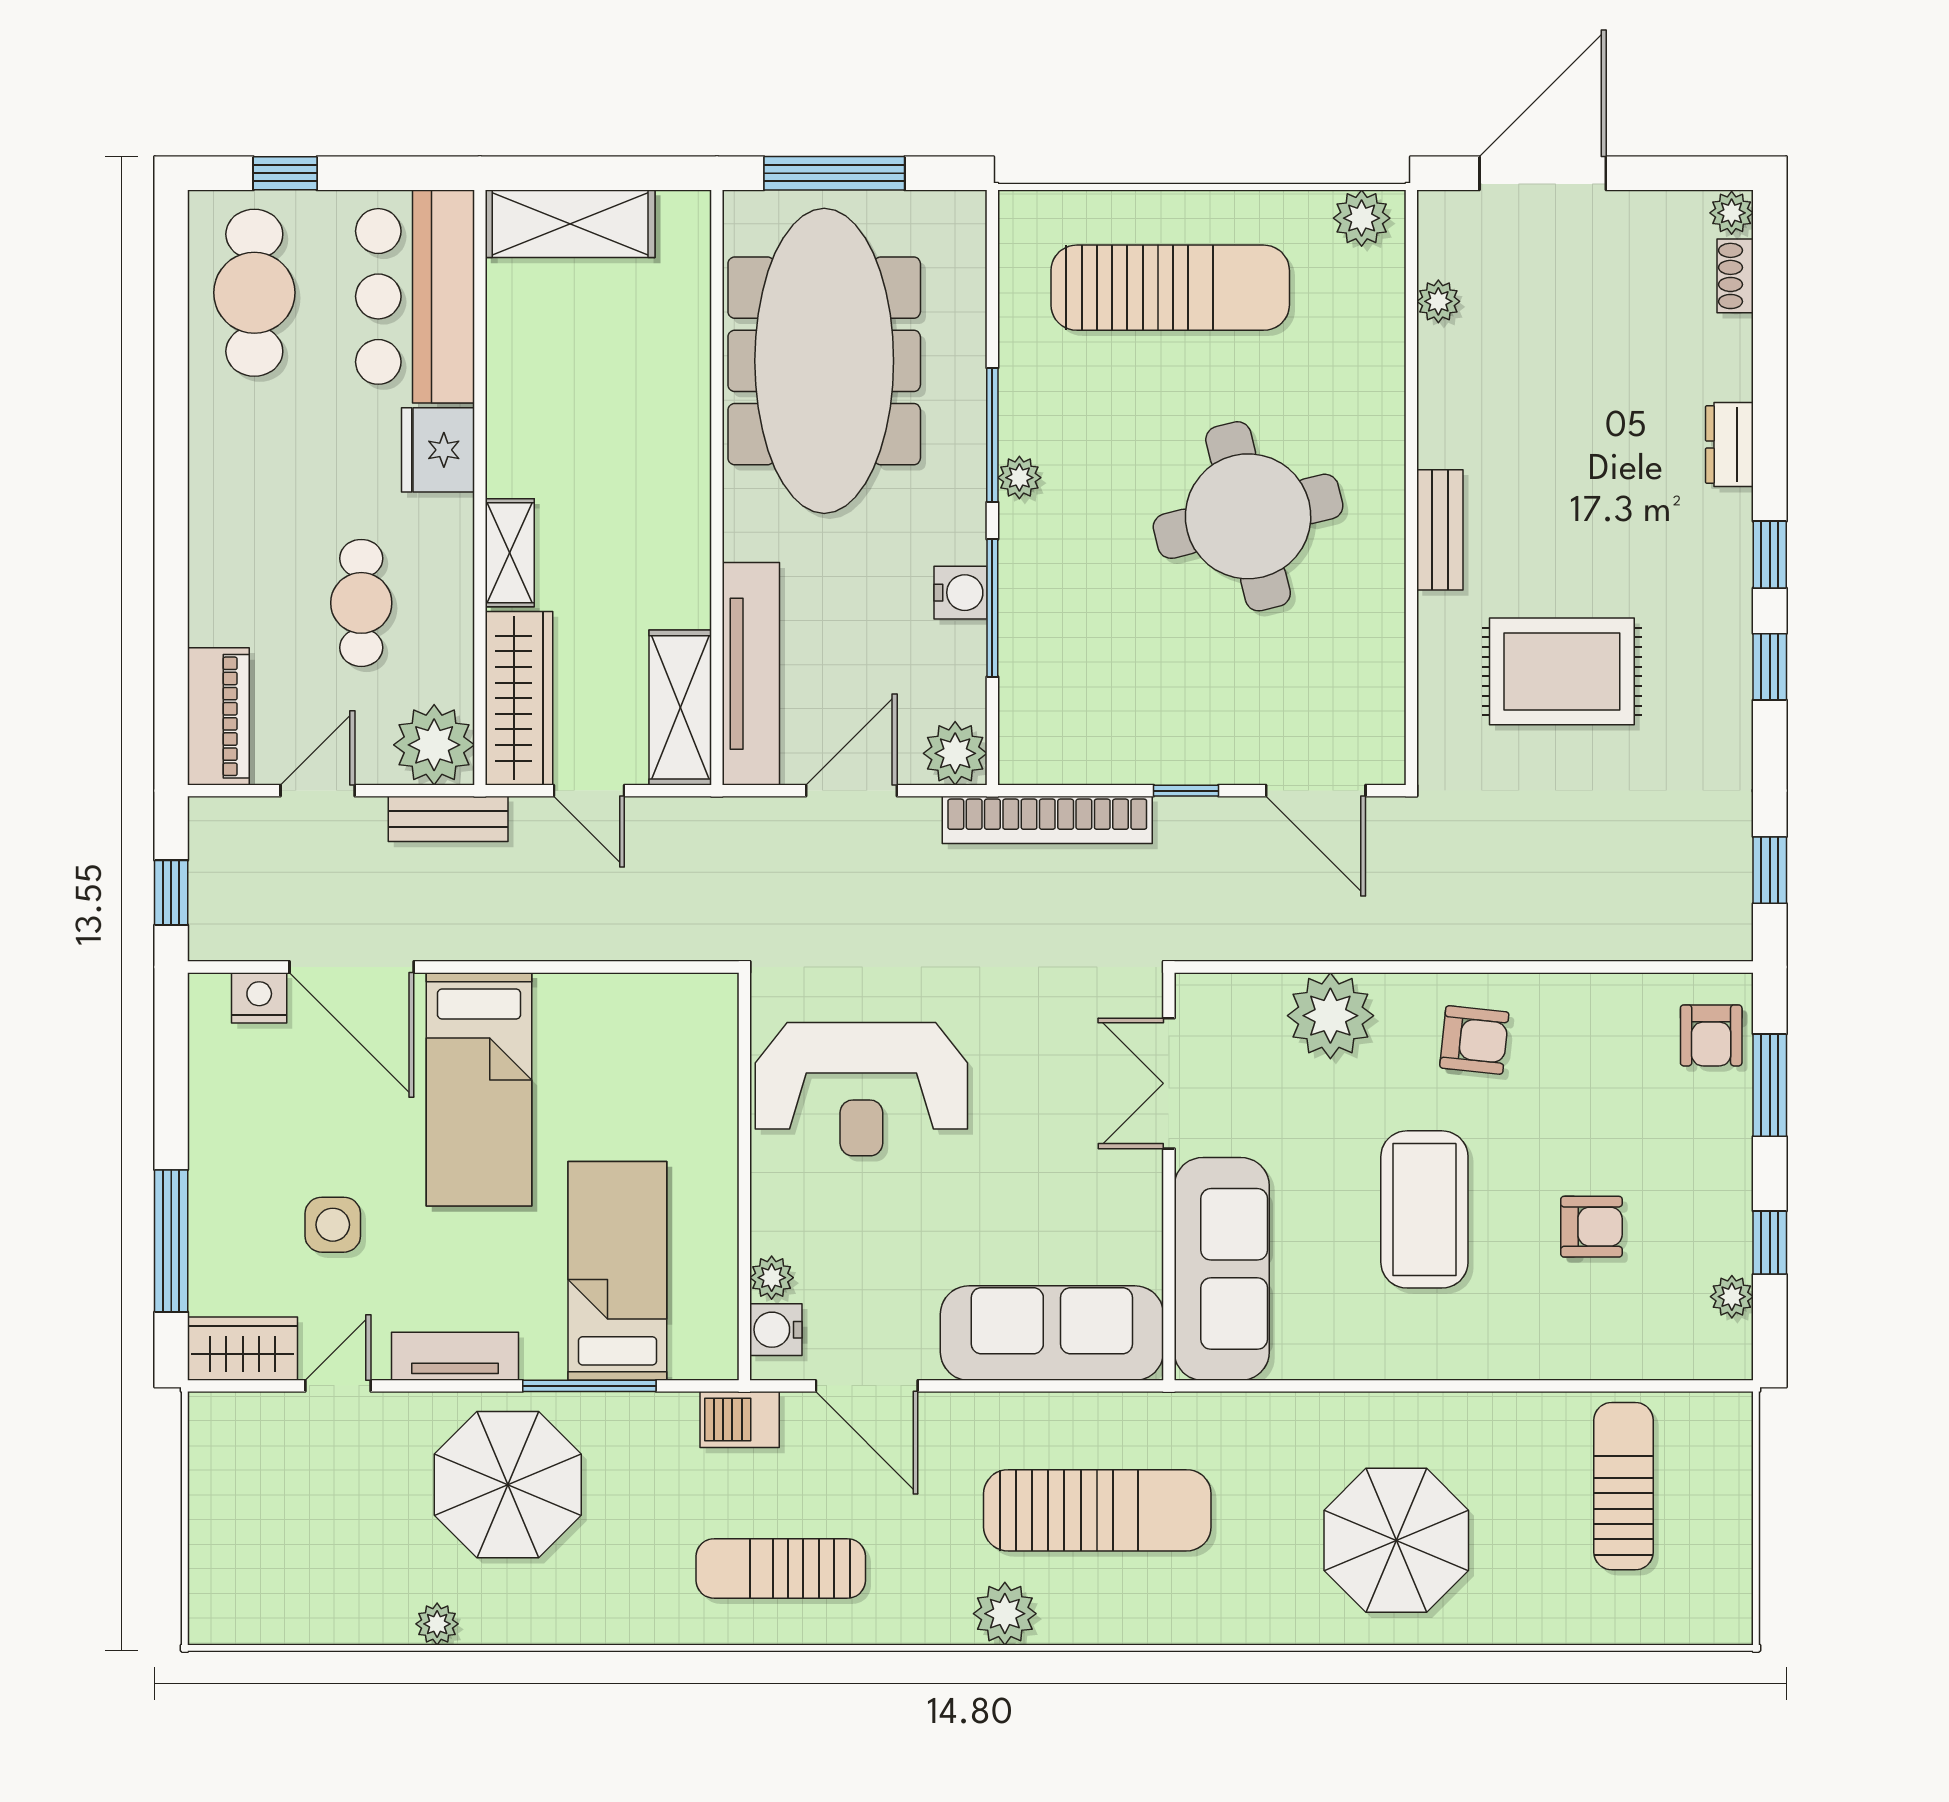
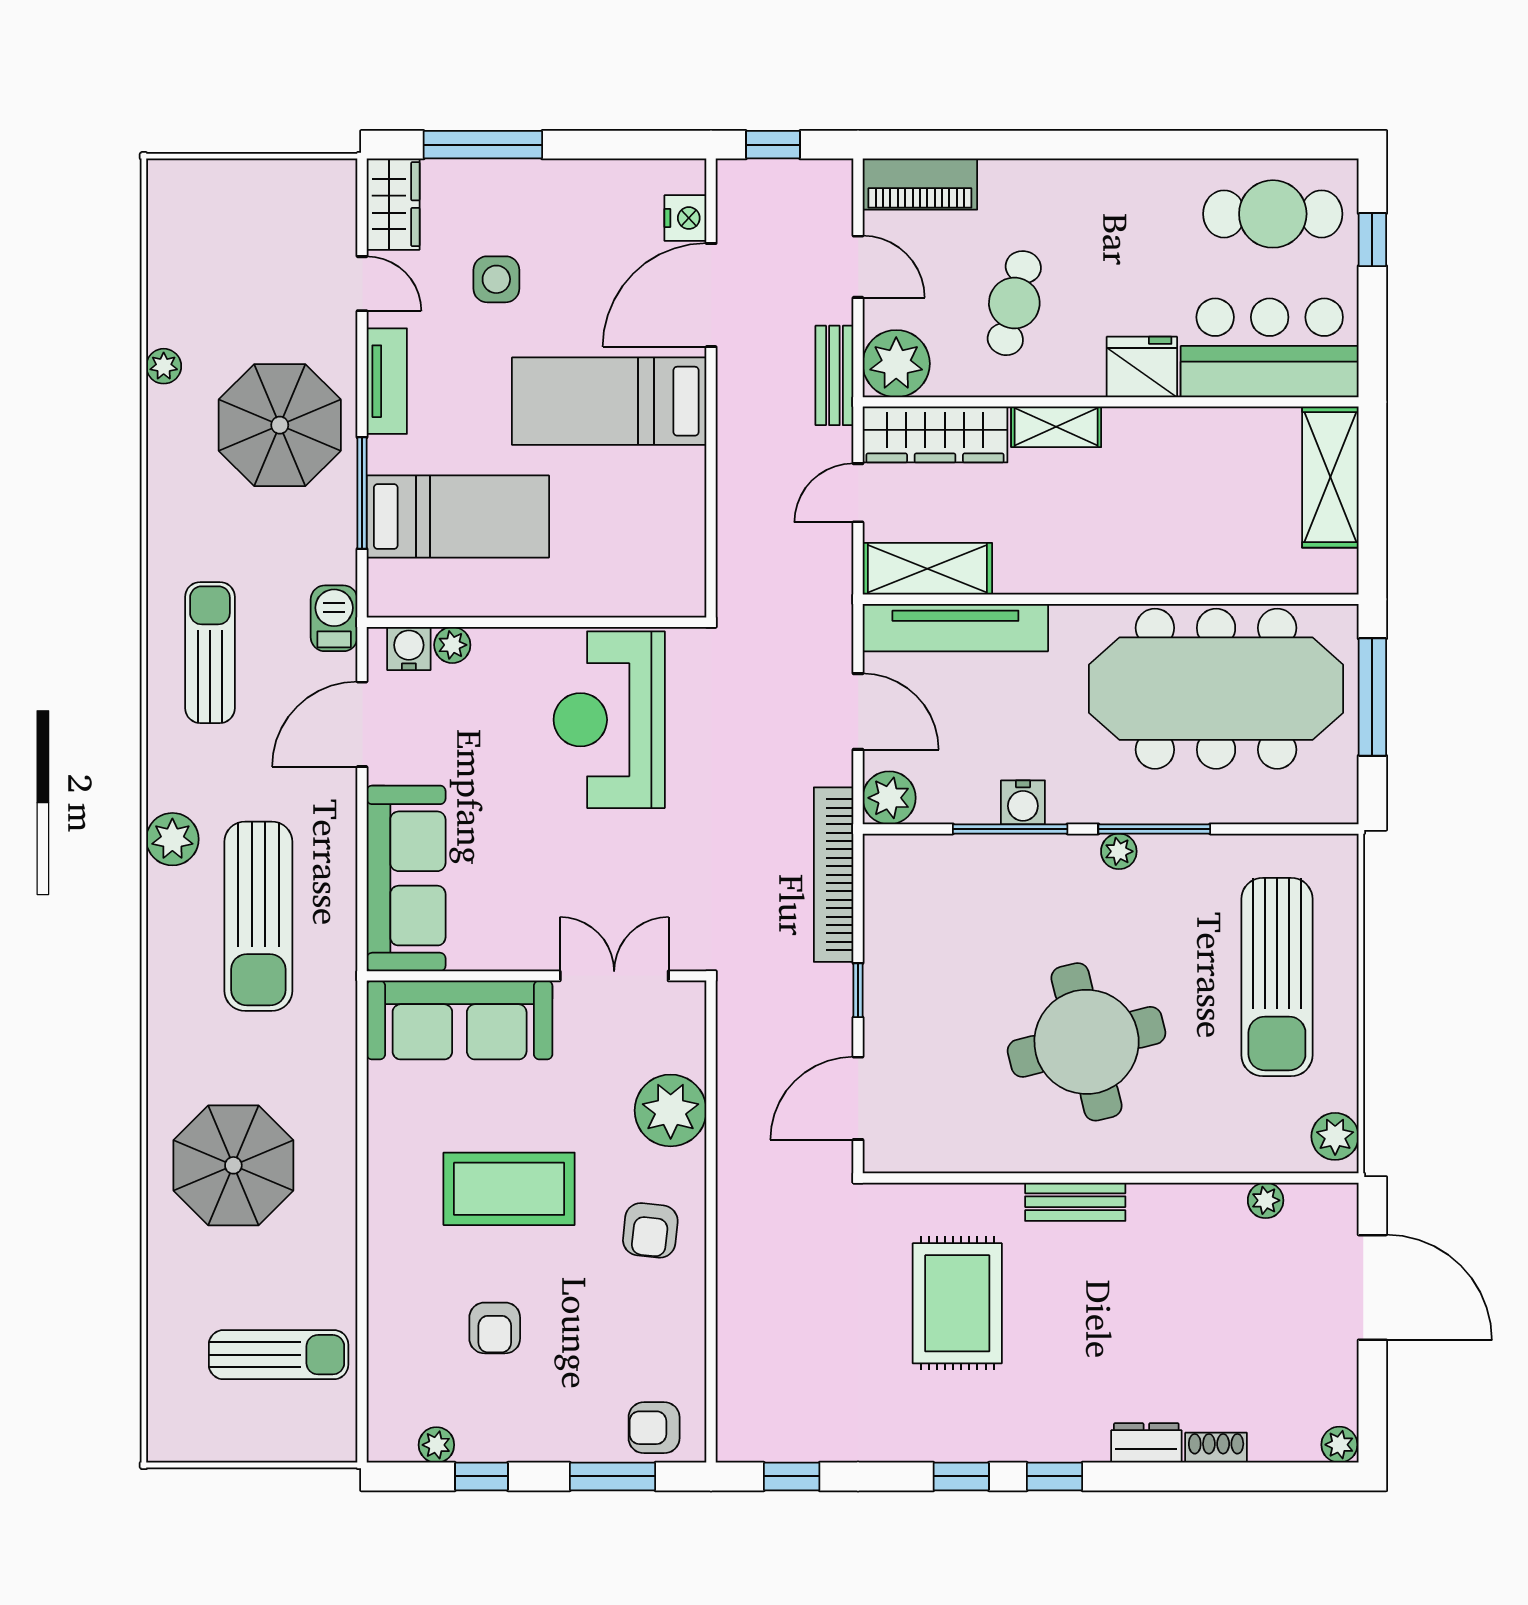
shoe rack: (1735, 276) -> (1216, 1448), moved
cafe table: (361, 603) -> (1014, 303), turned -76

